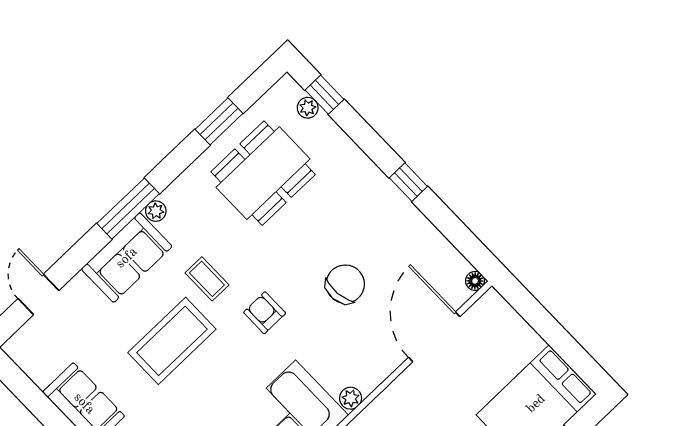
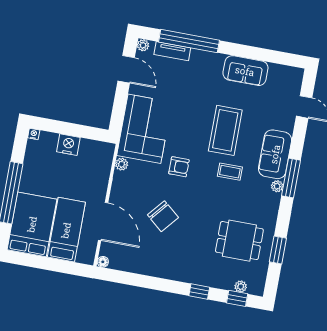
dining table: (263, 173) -> (239, 241), width x0.73
window: (408, 182) -> (199, 291), moved
chair: (345, 284) -> (163, 216), turned -44
armchair: (265, 313) -> (179, 167), moved
bed: (494, 362) -> (66, 230), added

